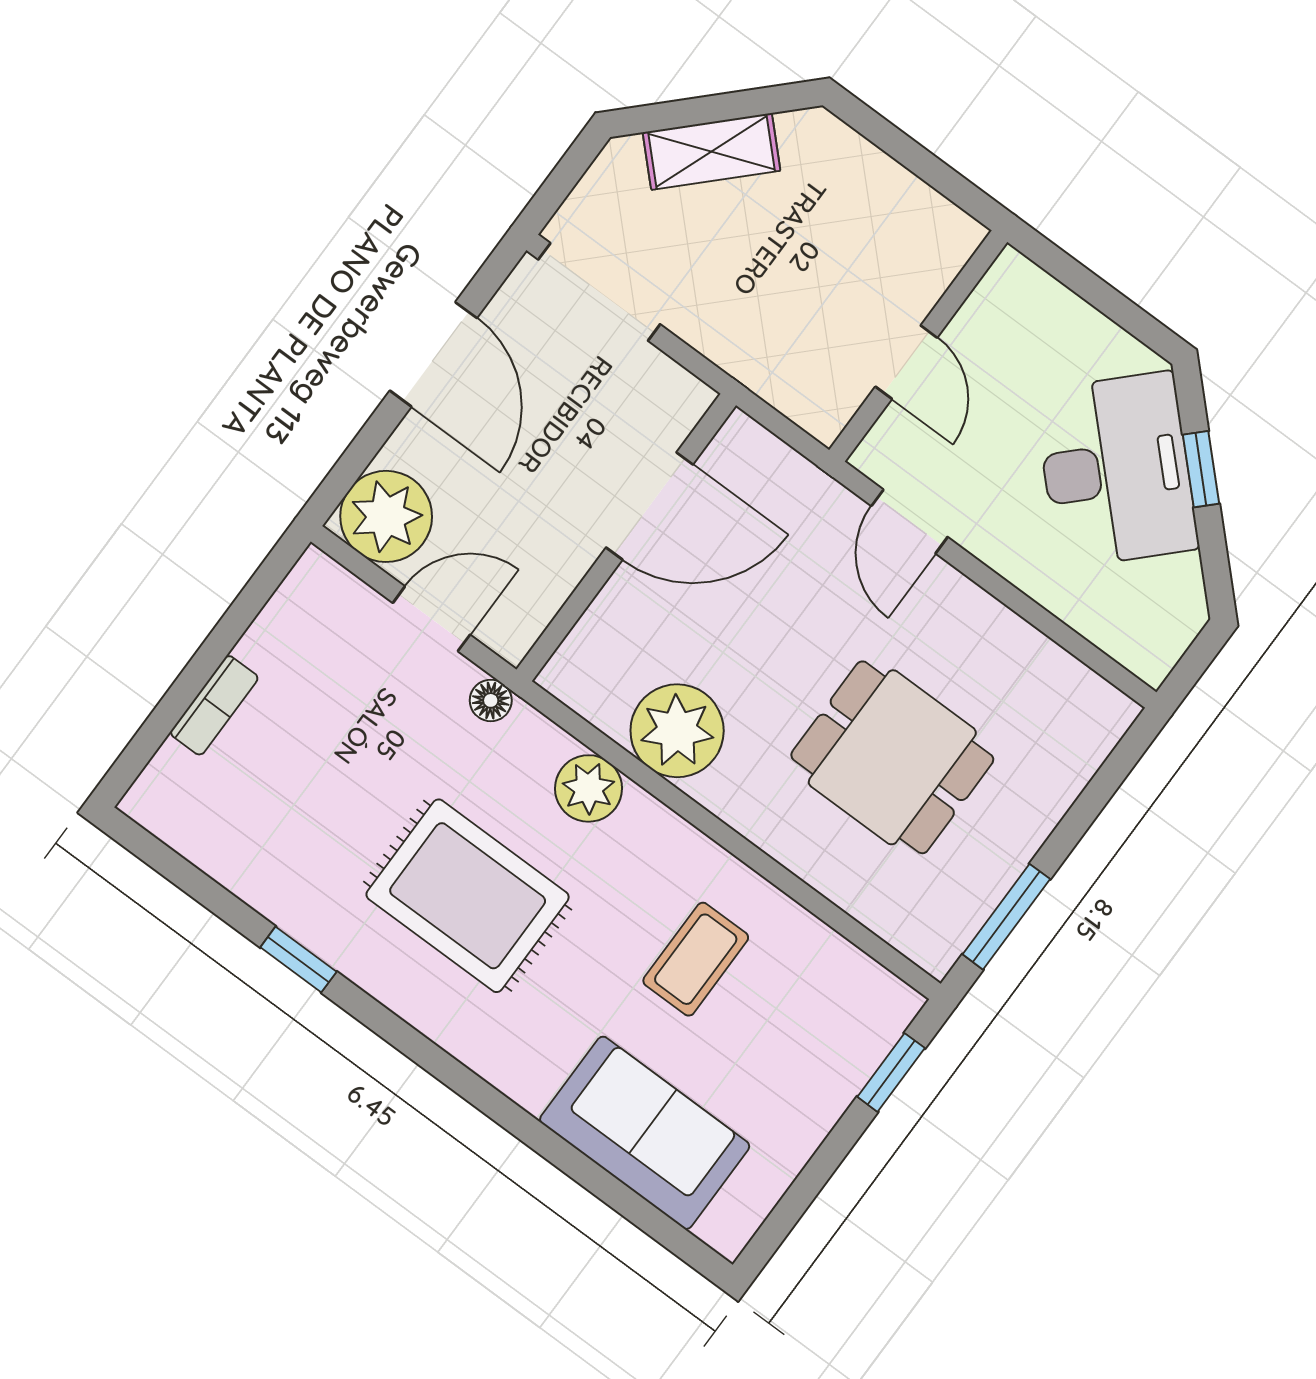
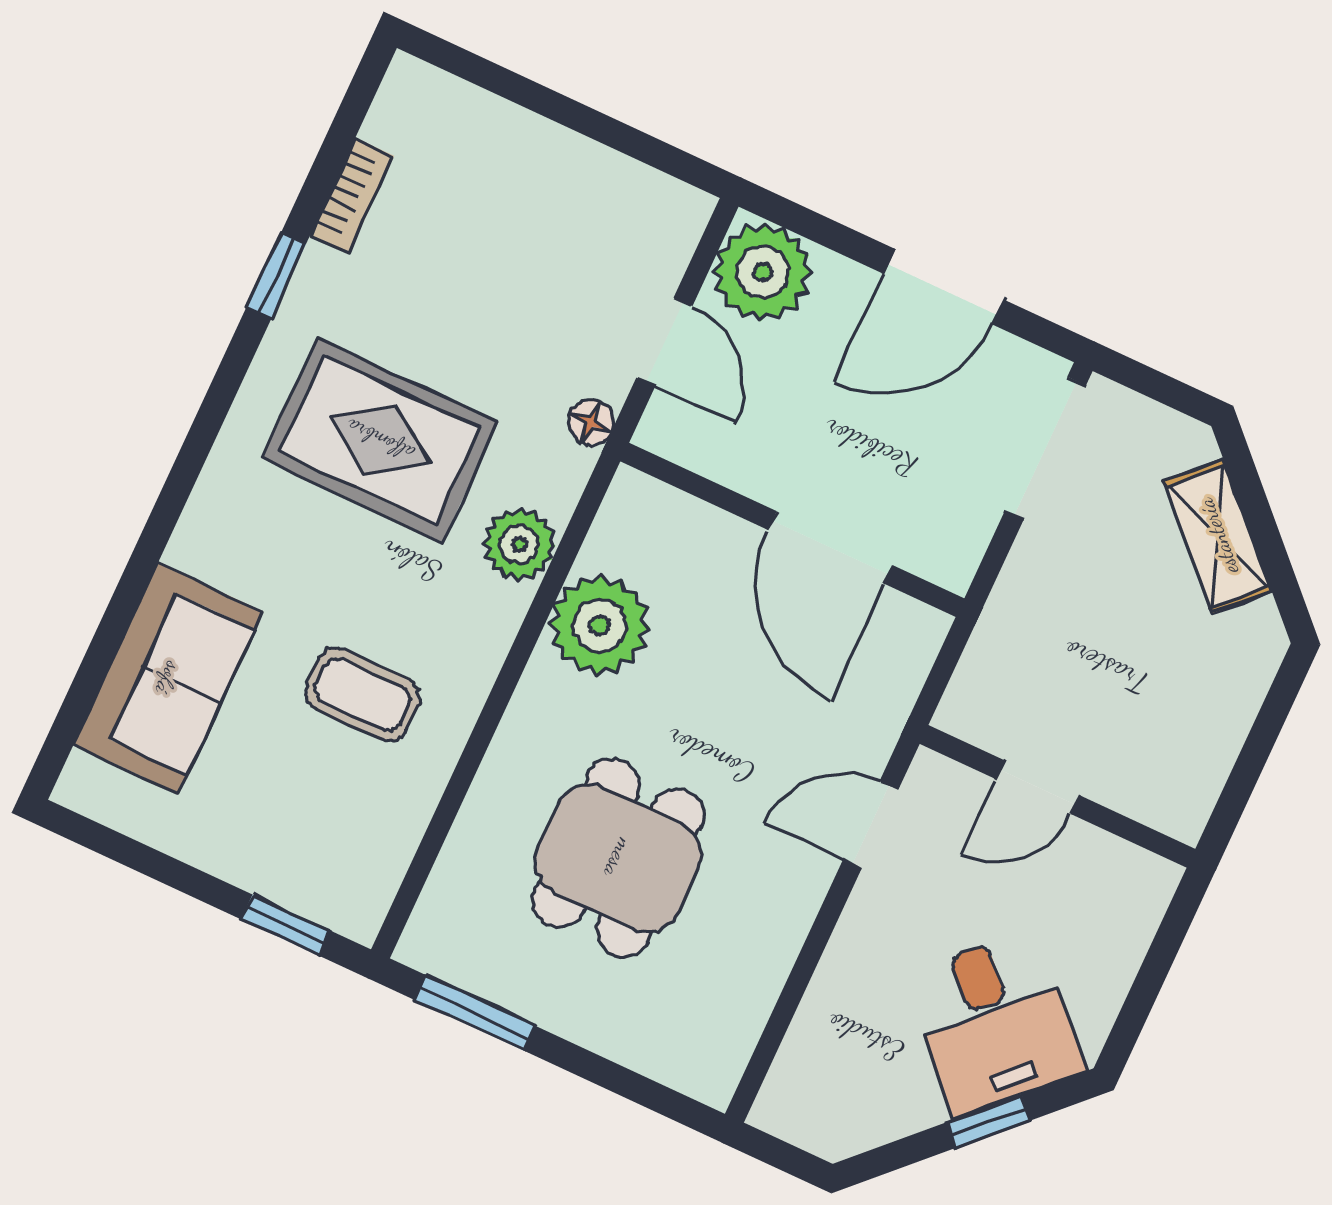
desk: (1116, 470) -> (995, 1023), width x0.73
bookcase: (214, 705) -> (352, 195), moved, turned -90
rug: (468, 896) -> (380, 440), turned 90

